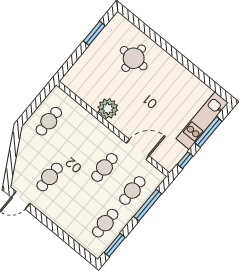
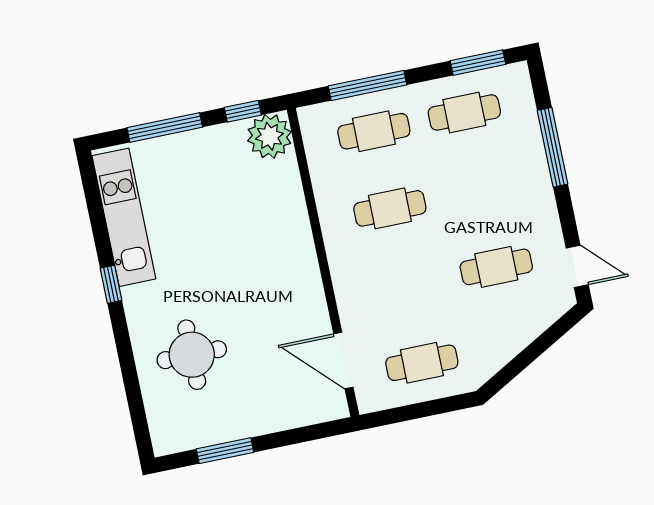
window: (183, 60) -> (111, 284), added
plant: (108, 109) -> (269, 136), moved
kitchen unit: (202, 121) -> (124, 217), moved, turned -90
door: (138, 149) -> (343, 361), moved
window: (64, 236) -> (553, 147), added

